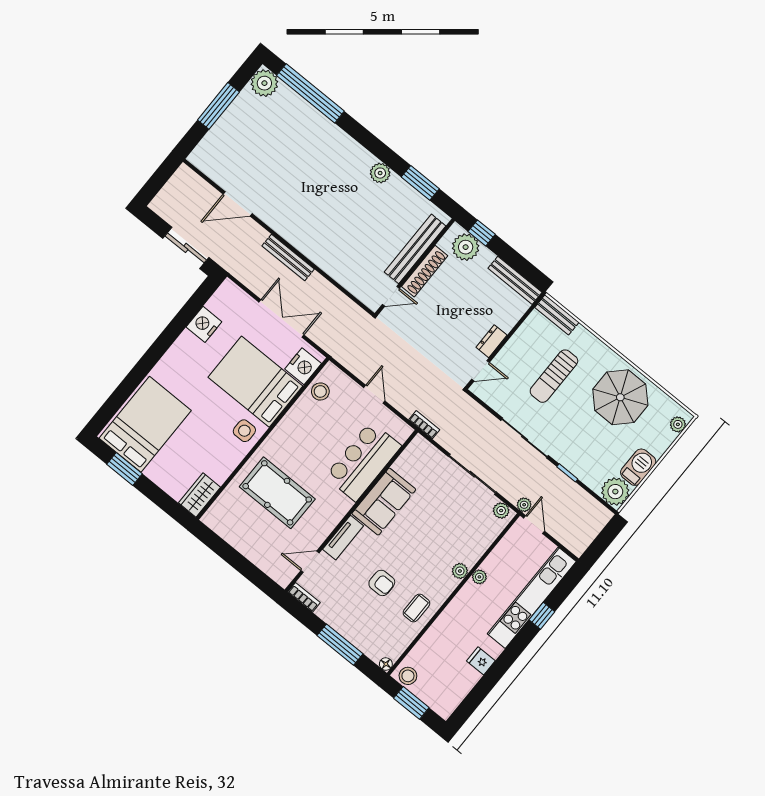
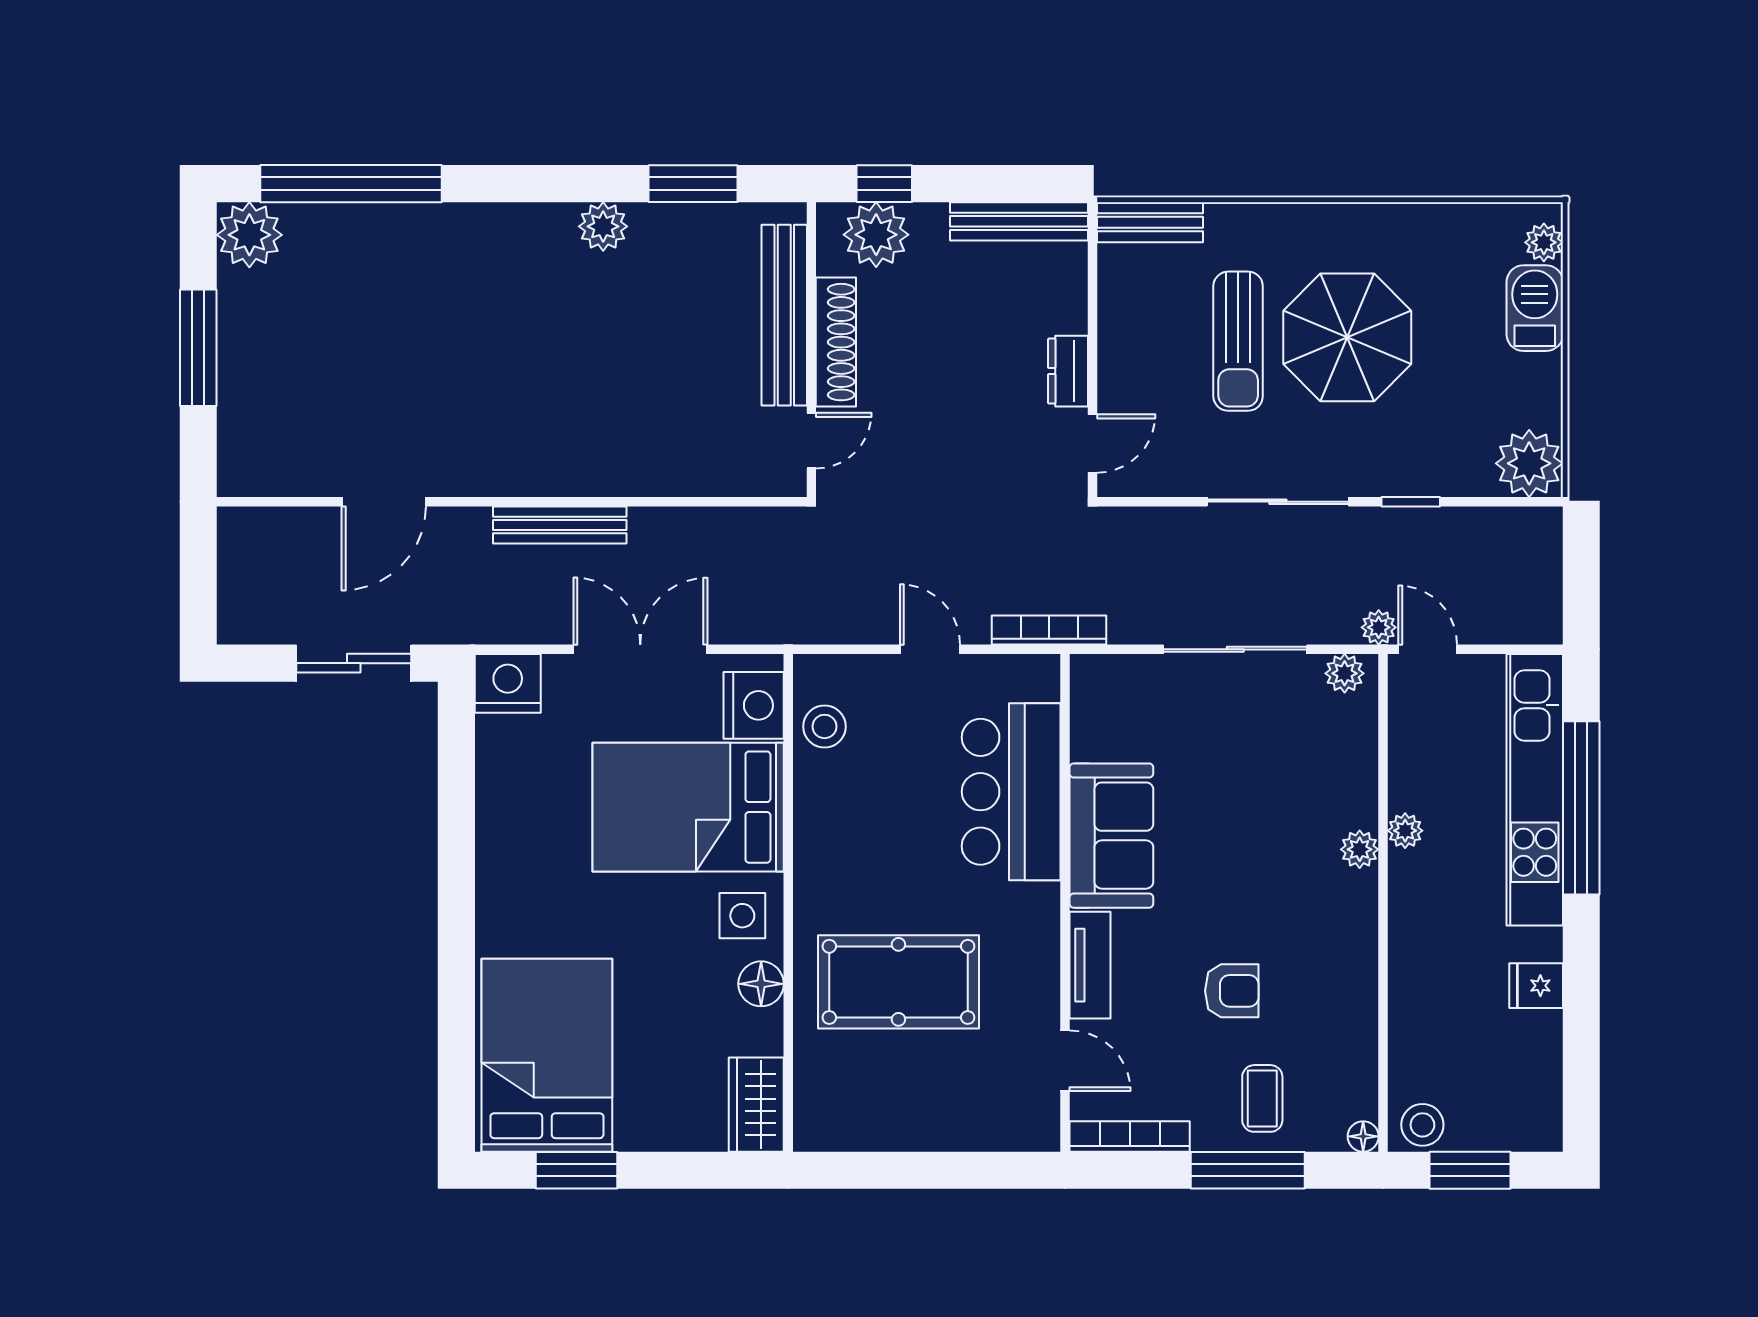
nightstand: (204, 324) -> (508, 683), moved, turned 90
parasol: (620, 397) -> (1347, 337), moved
bookcase: (424, 425) -> (1049, 630), width x1.56
floor lamp: (233, 457) -> (761, 984), added
barbecue: (638, 467) -> (1535, 308), moved
door: (310, 562) -> (1065, 1061), swing flipped
bookcase: (304, 597) -> (1130, 1136), width x1.56
coffee table: (416, 608) -> (1262, 1098), moved
window: (542, 616) -> (1581, 808), width x3.17

